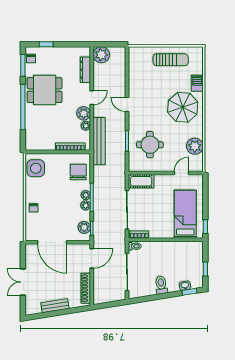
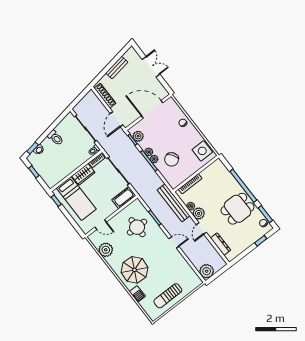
plant: (101, 55) -> (207, 271), moved
chair: (78, 172) -> (172, 159), moved, turned 56
door: (182, 173) -> (101, 225), hinge flipped
wardrobe: (162, 232) -> (83, 174), added

